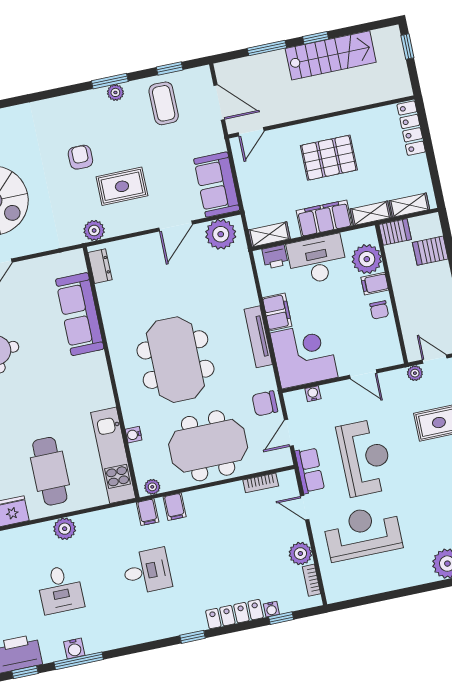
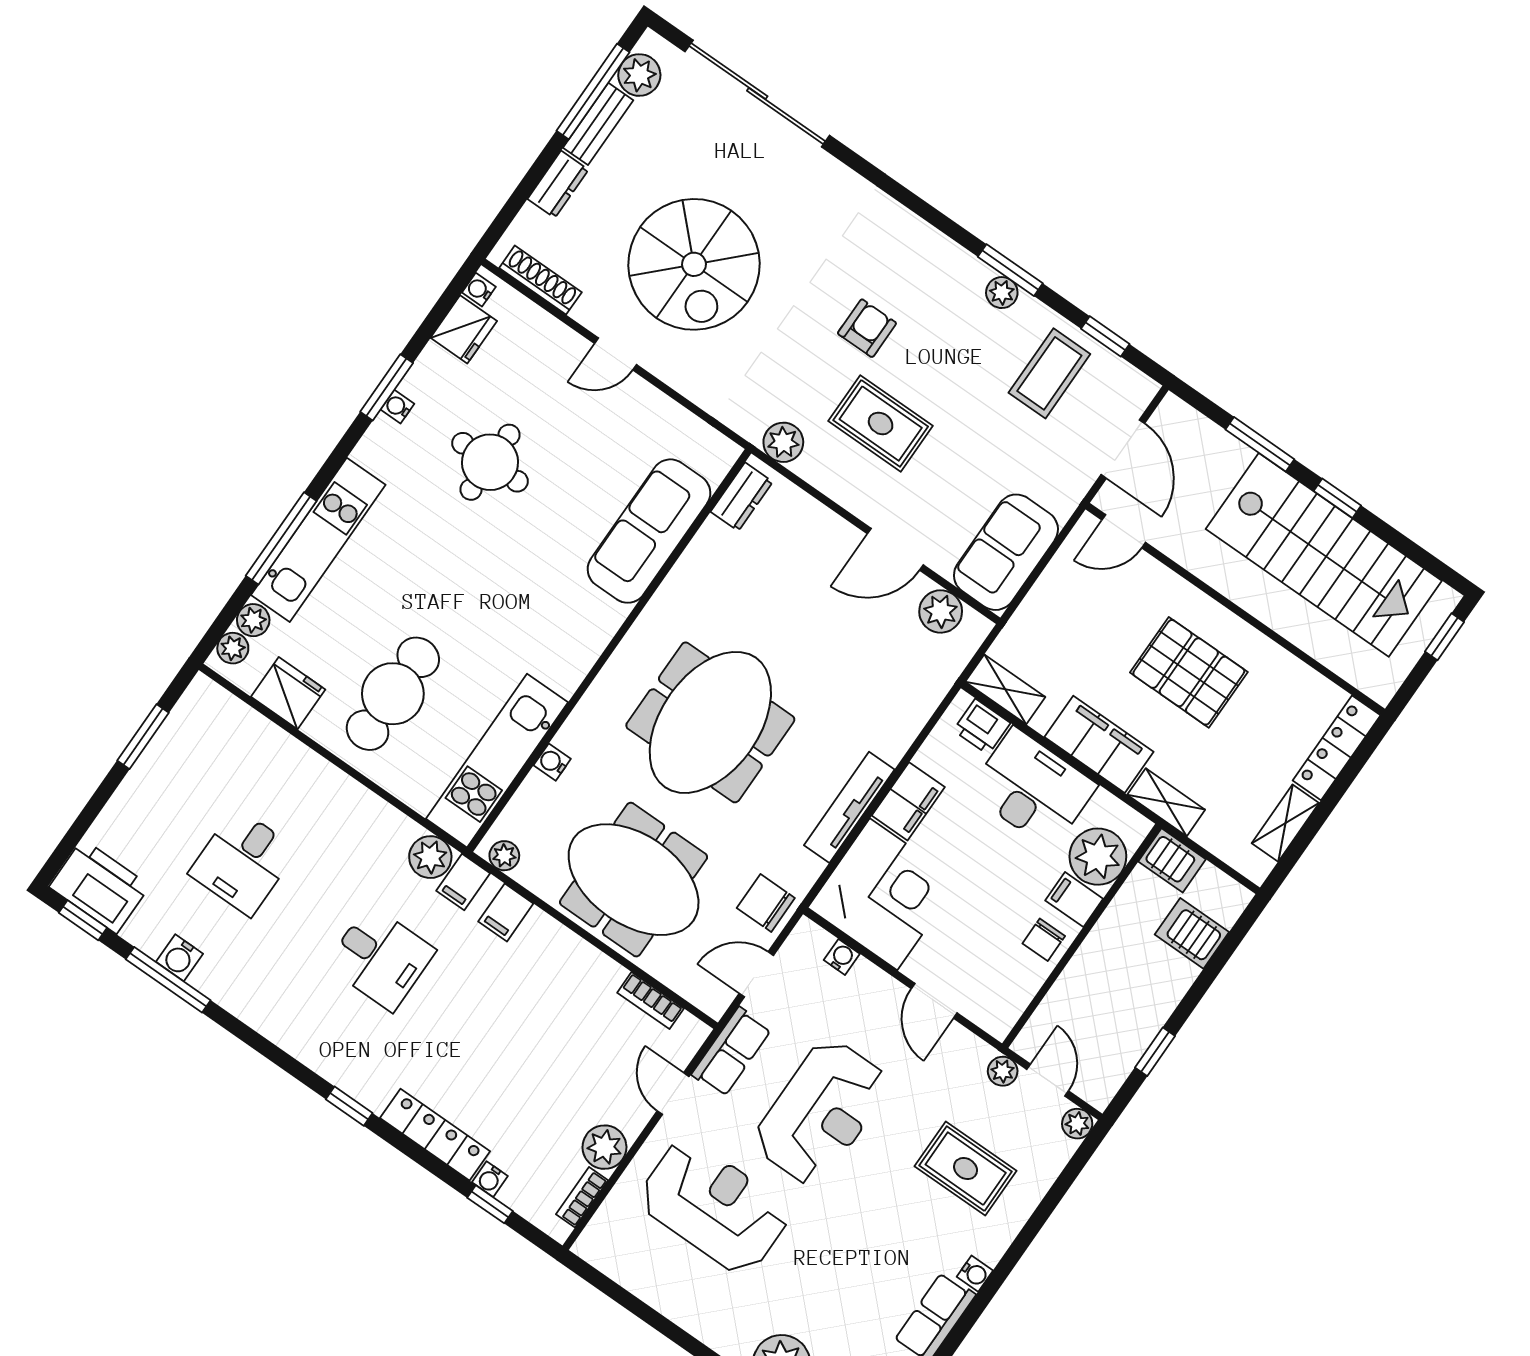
stairs: (331, 55) -> (1324, 555), width x1.36, depth x1.51
shelving: (409, 205) -> (1285, 823), moved, turned 90
plant: (221, 234) -> (941, 611), width x0.73, depth x0.73
plant: (65, 529) -> (430, 857), moved

